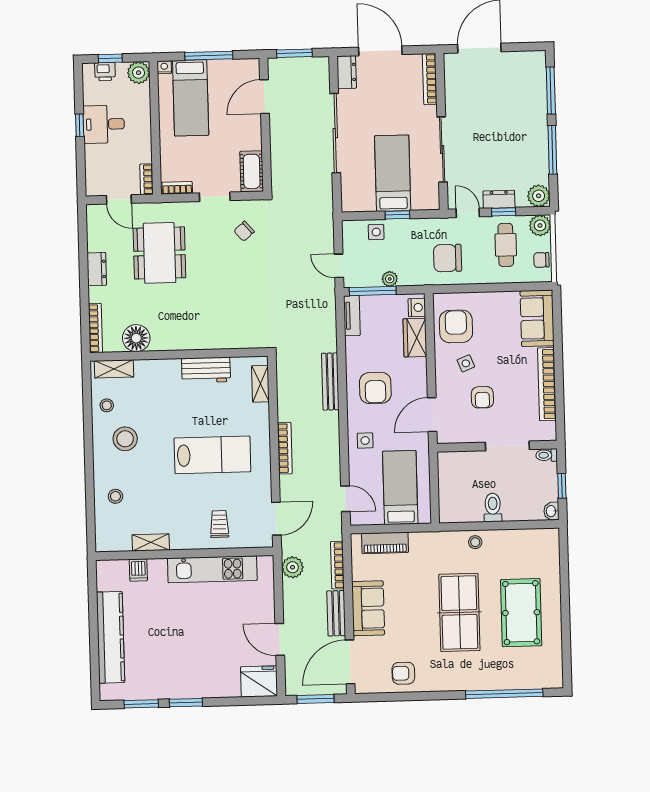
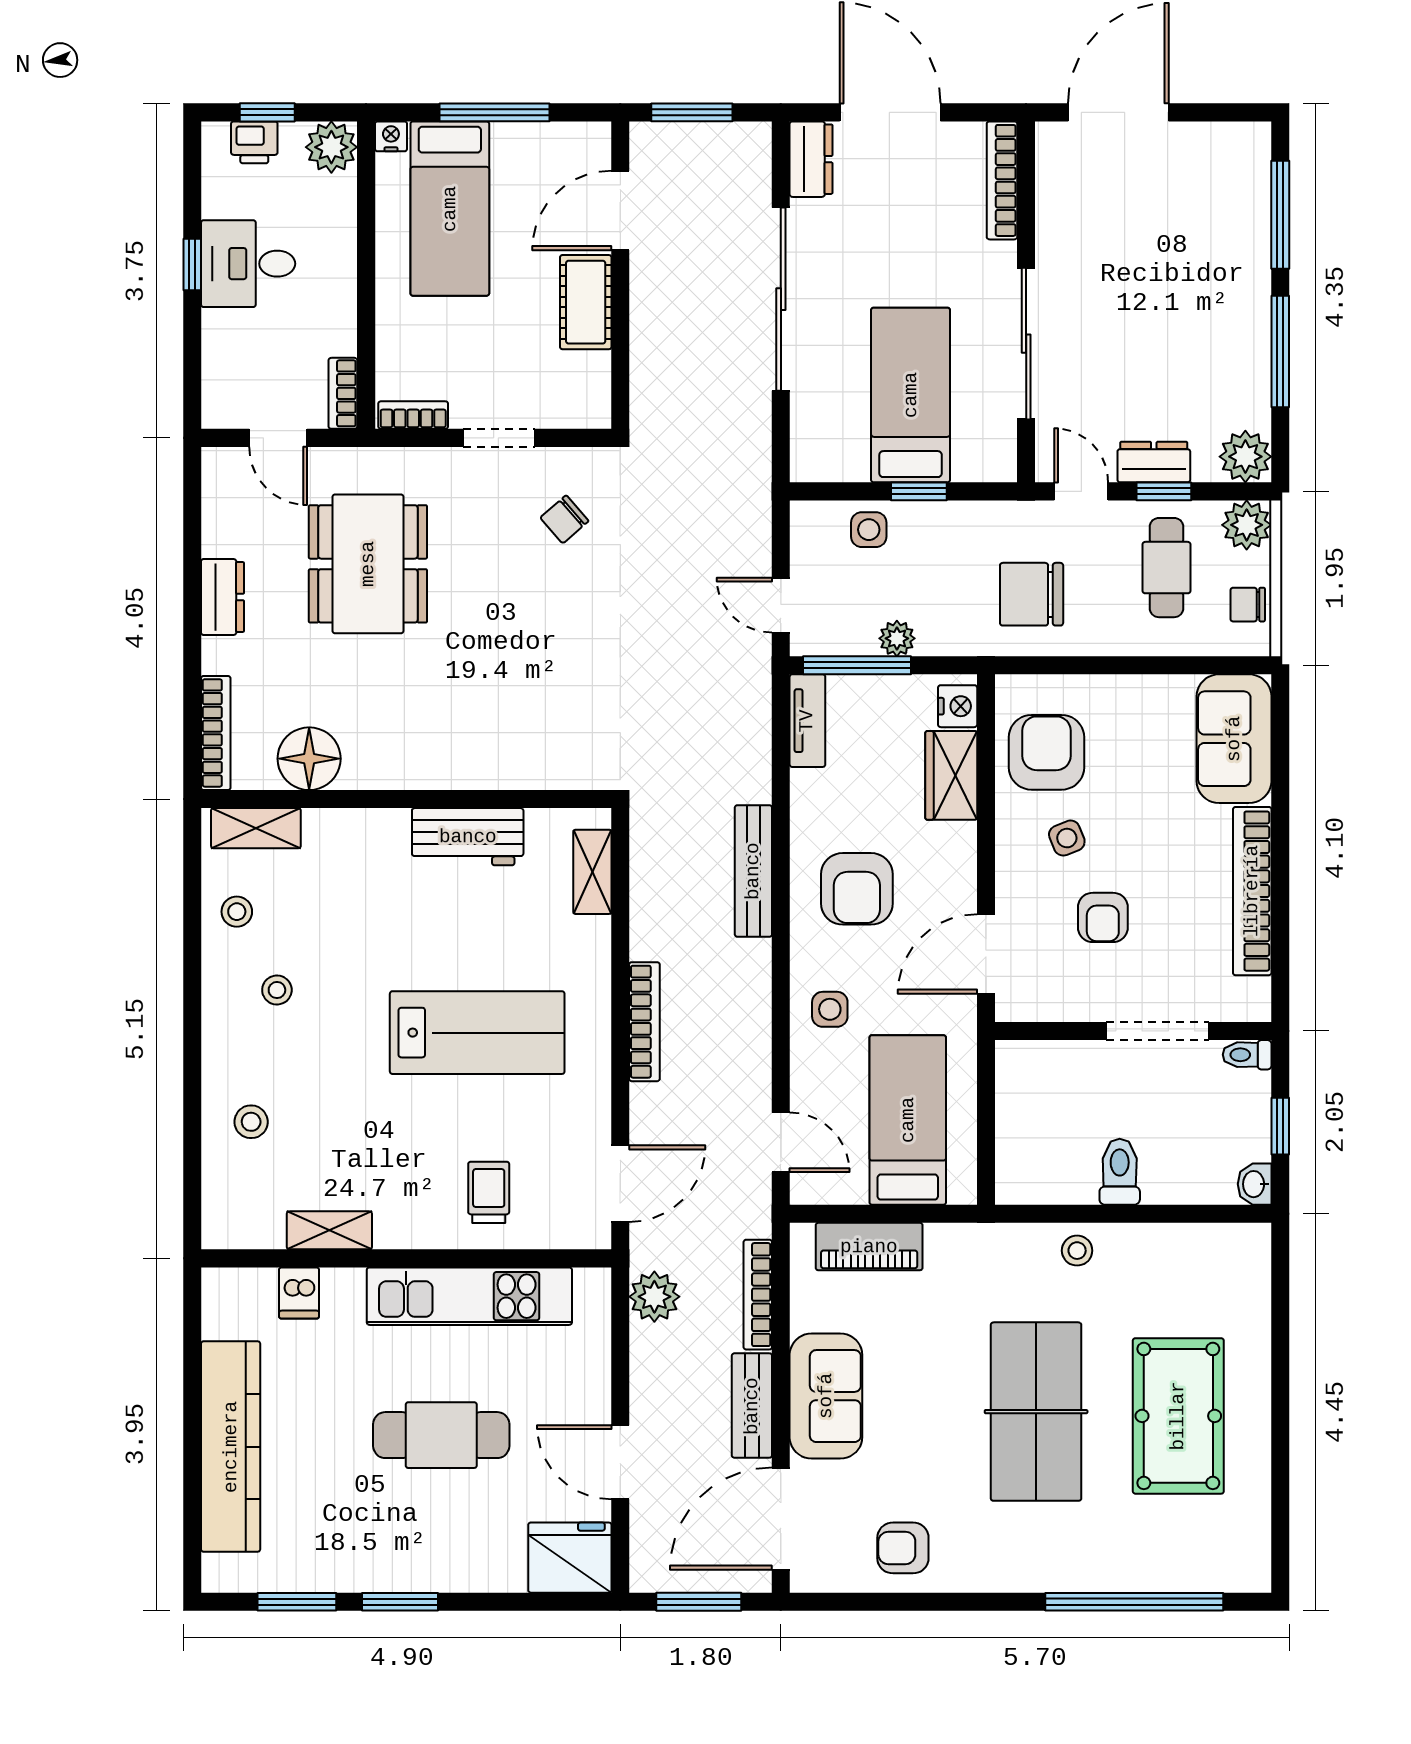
cot: (252, 171) -> (586, 302), moved
stool: (125, 439) -> (277, 990), width x0.53, depth x0.53
cafe table: (202, 630) -> (441, 1435), added

